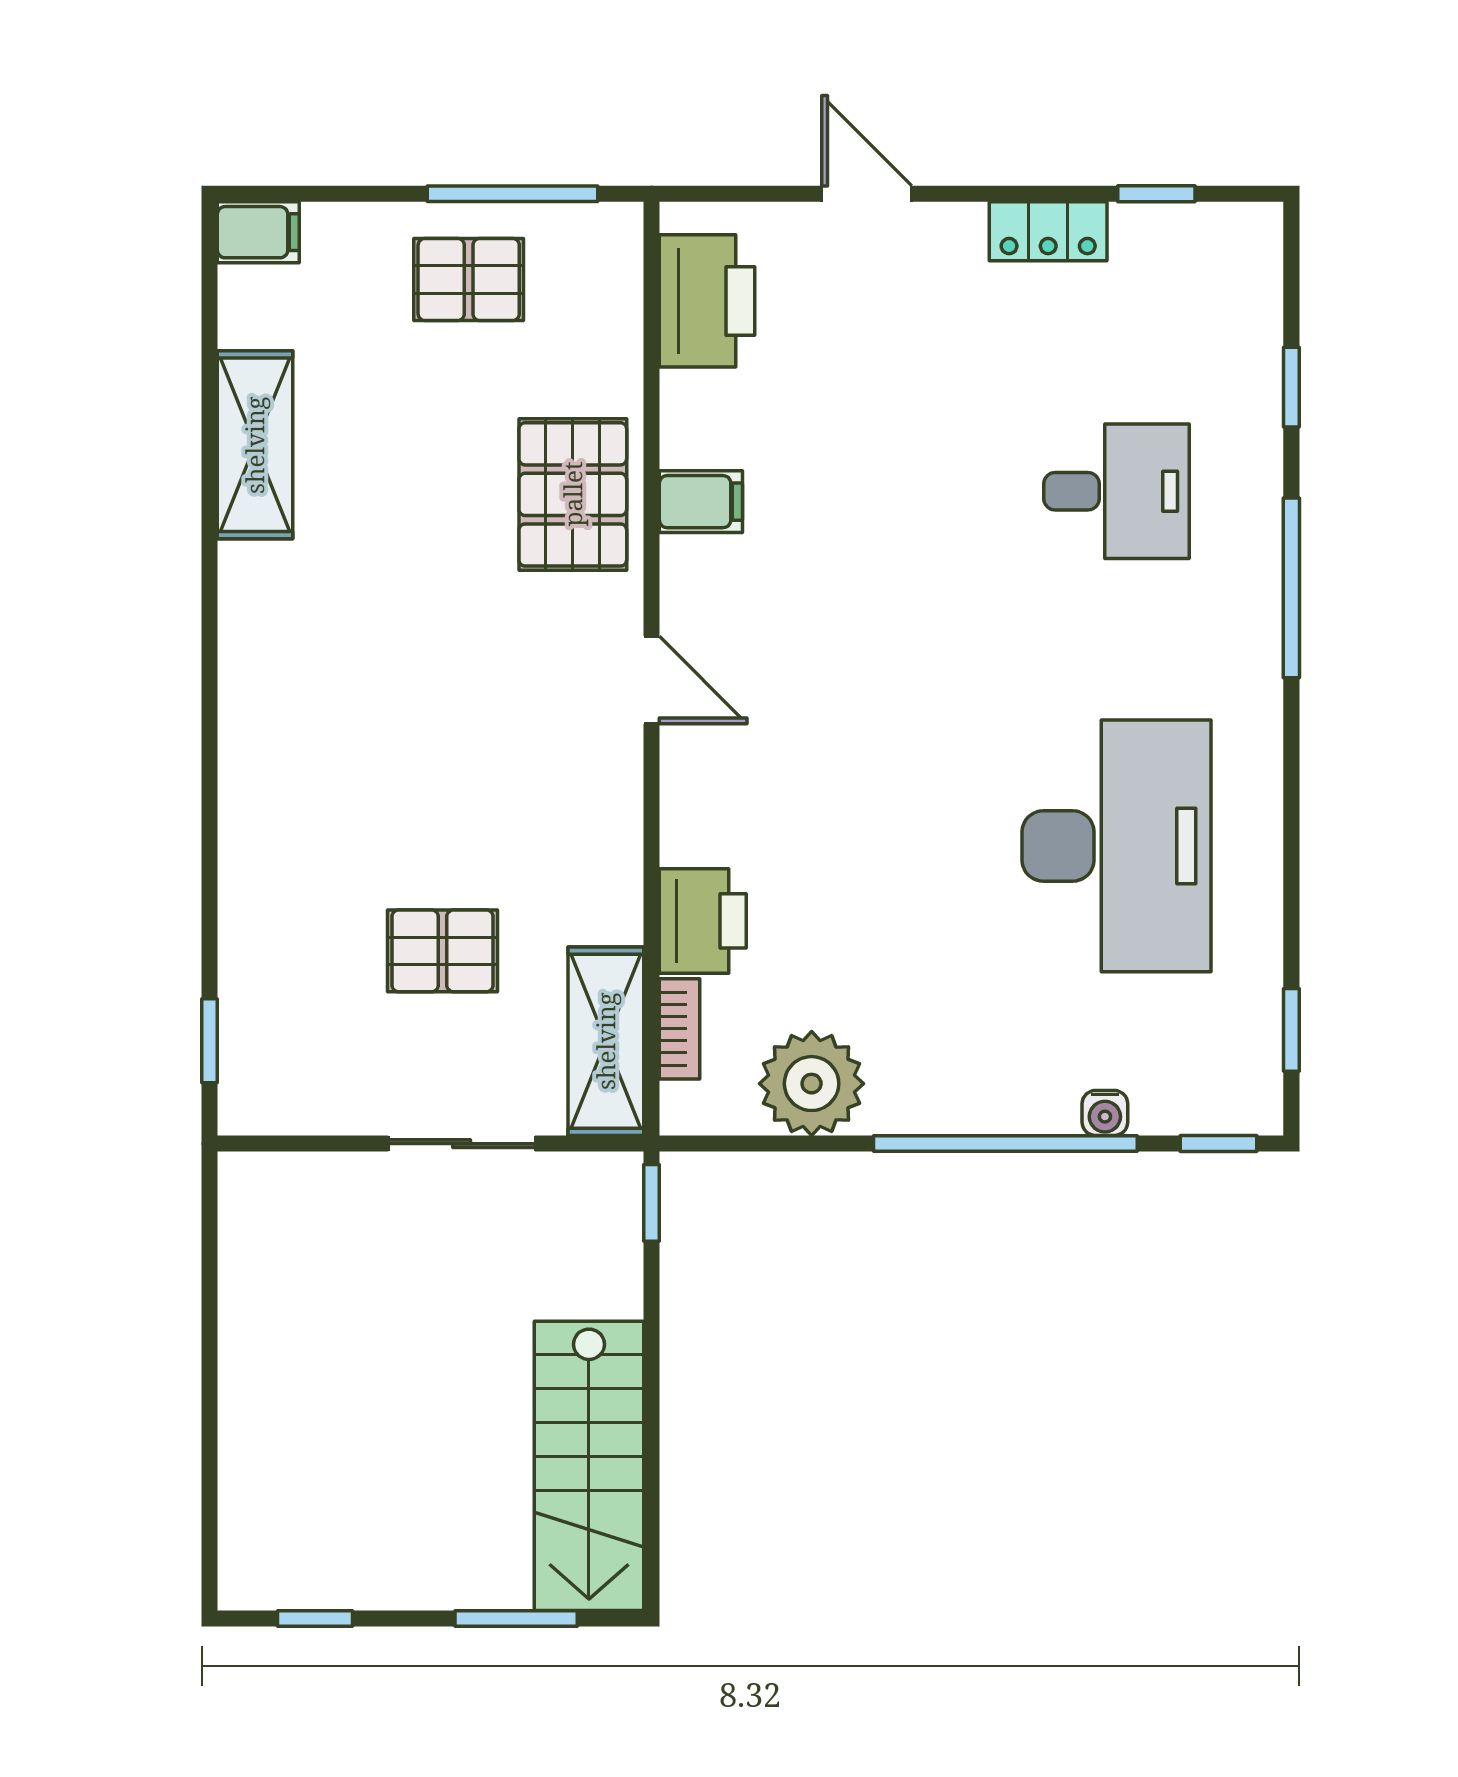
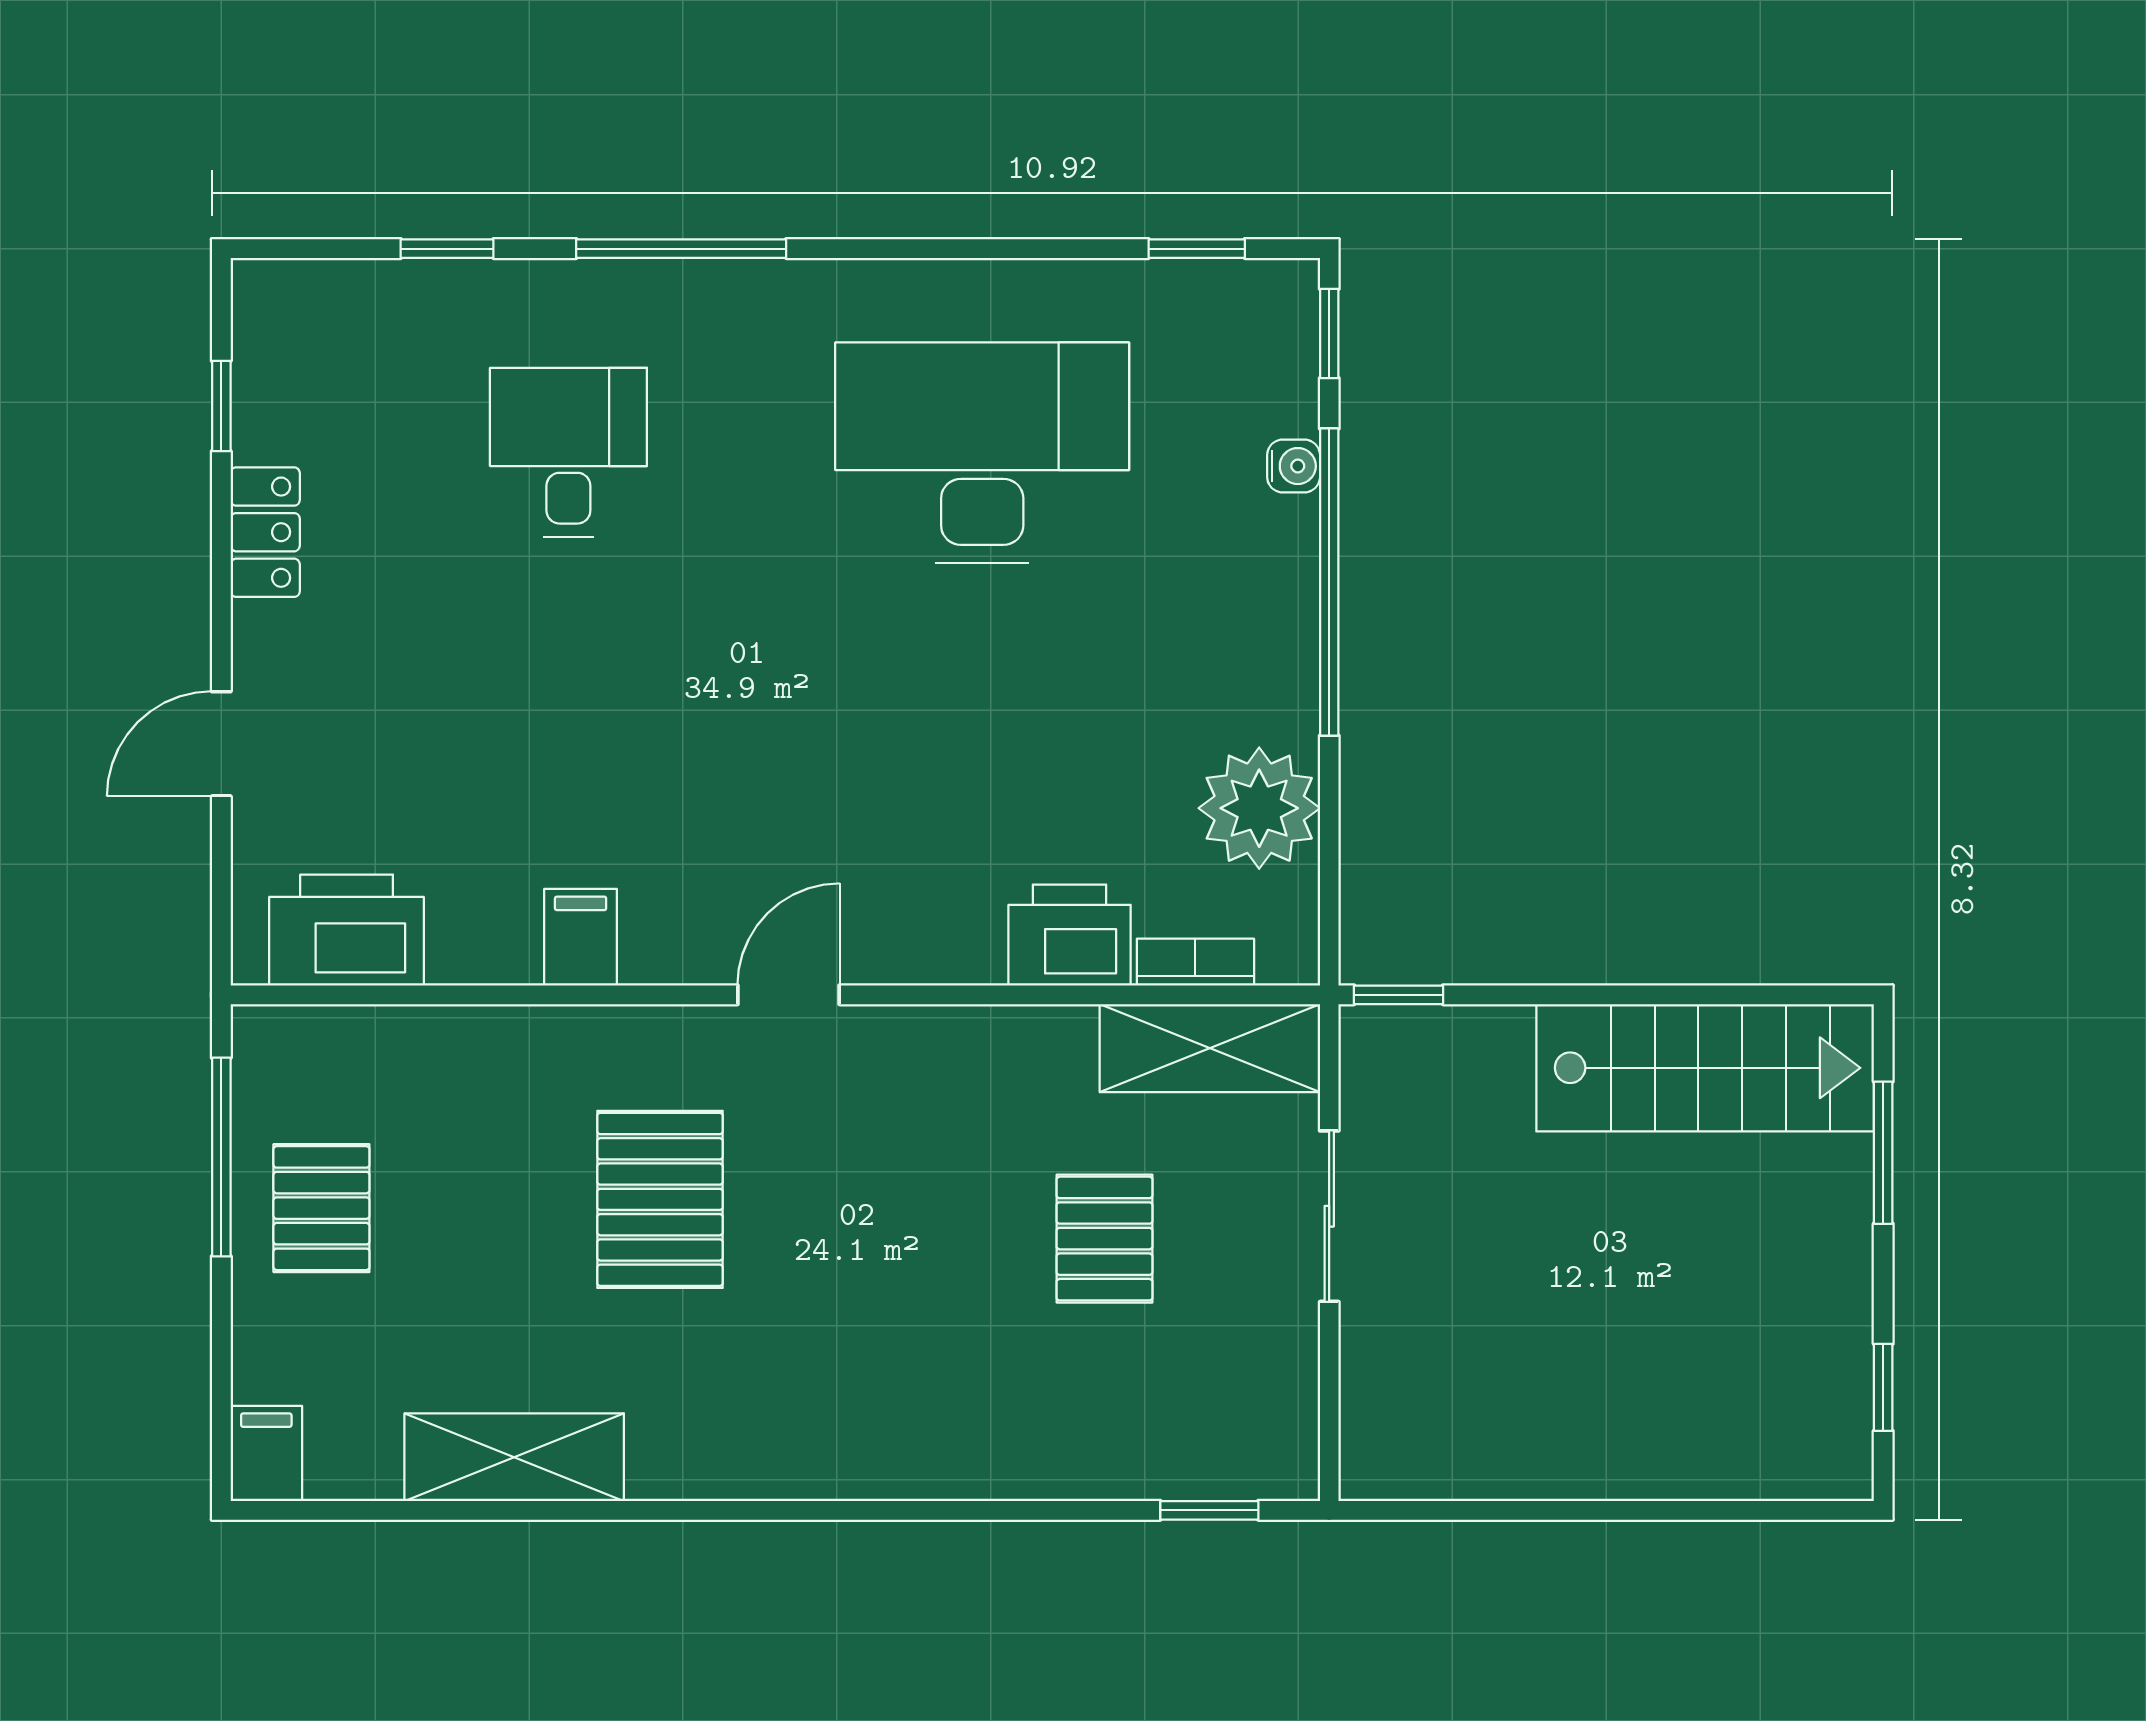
pallet: (573, 494) -> (660, 1199), moved, turned 90

